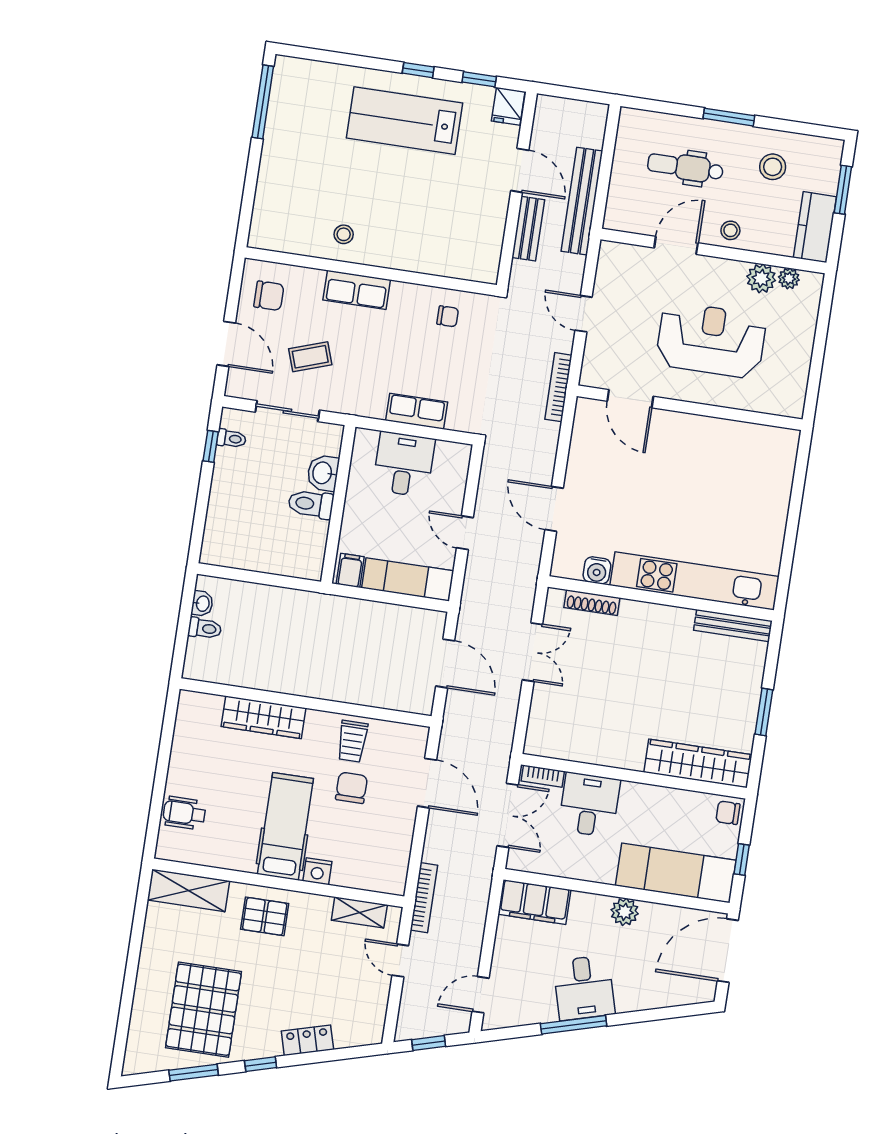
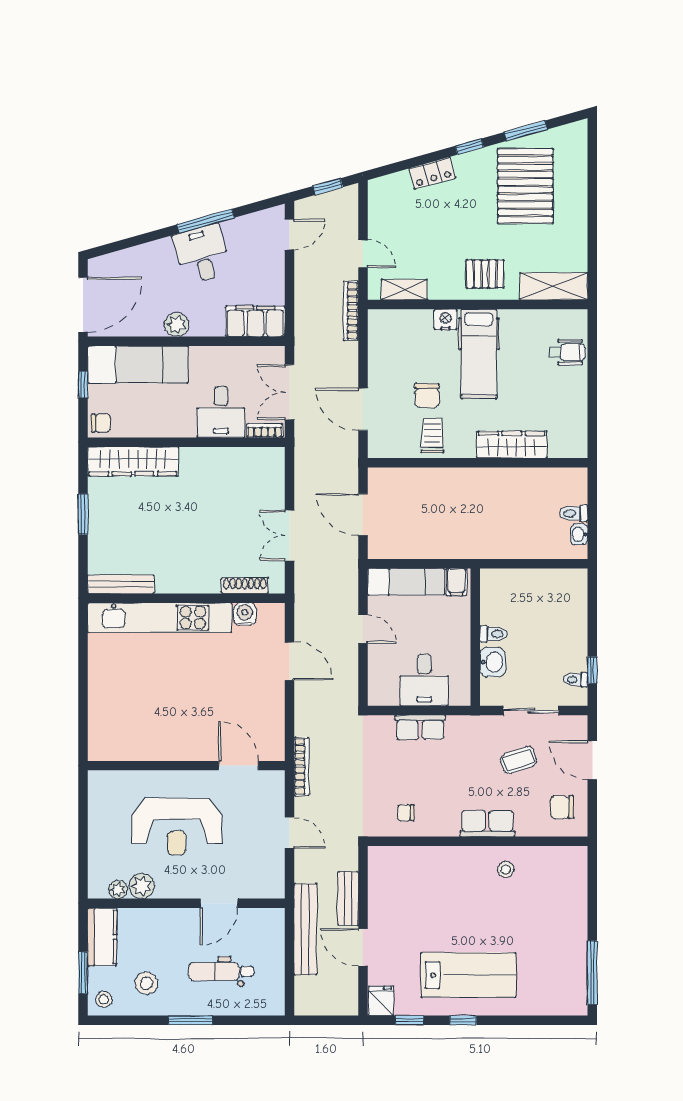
dental chair: (685, 167) -> (221, 971), turned 180
stool: (730, 230) -> (104, 999), moved
toilet: (311, 504) -> (494, 634), width x0.73, depth x0.72

